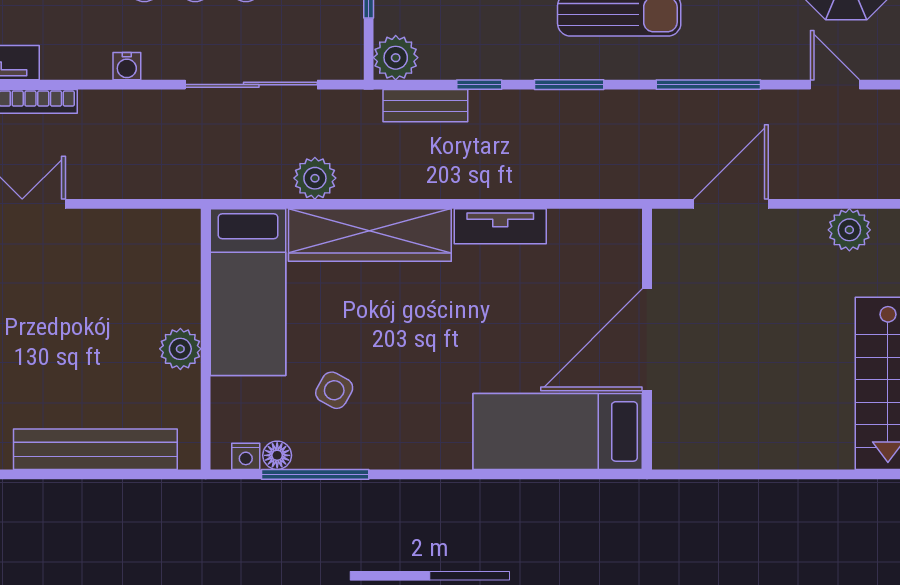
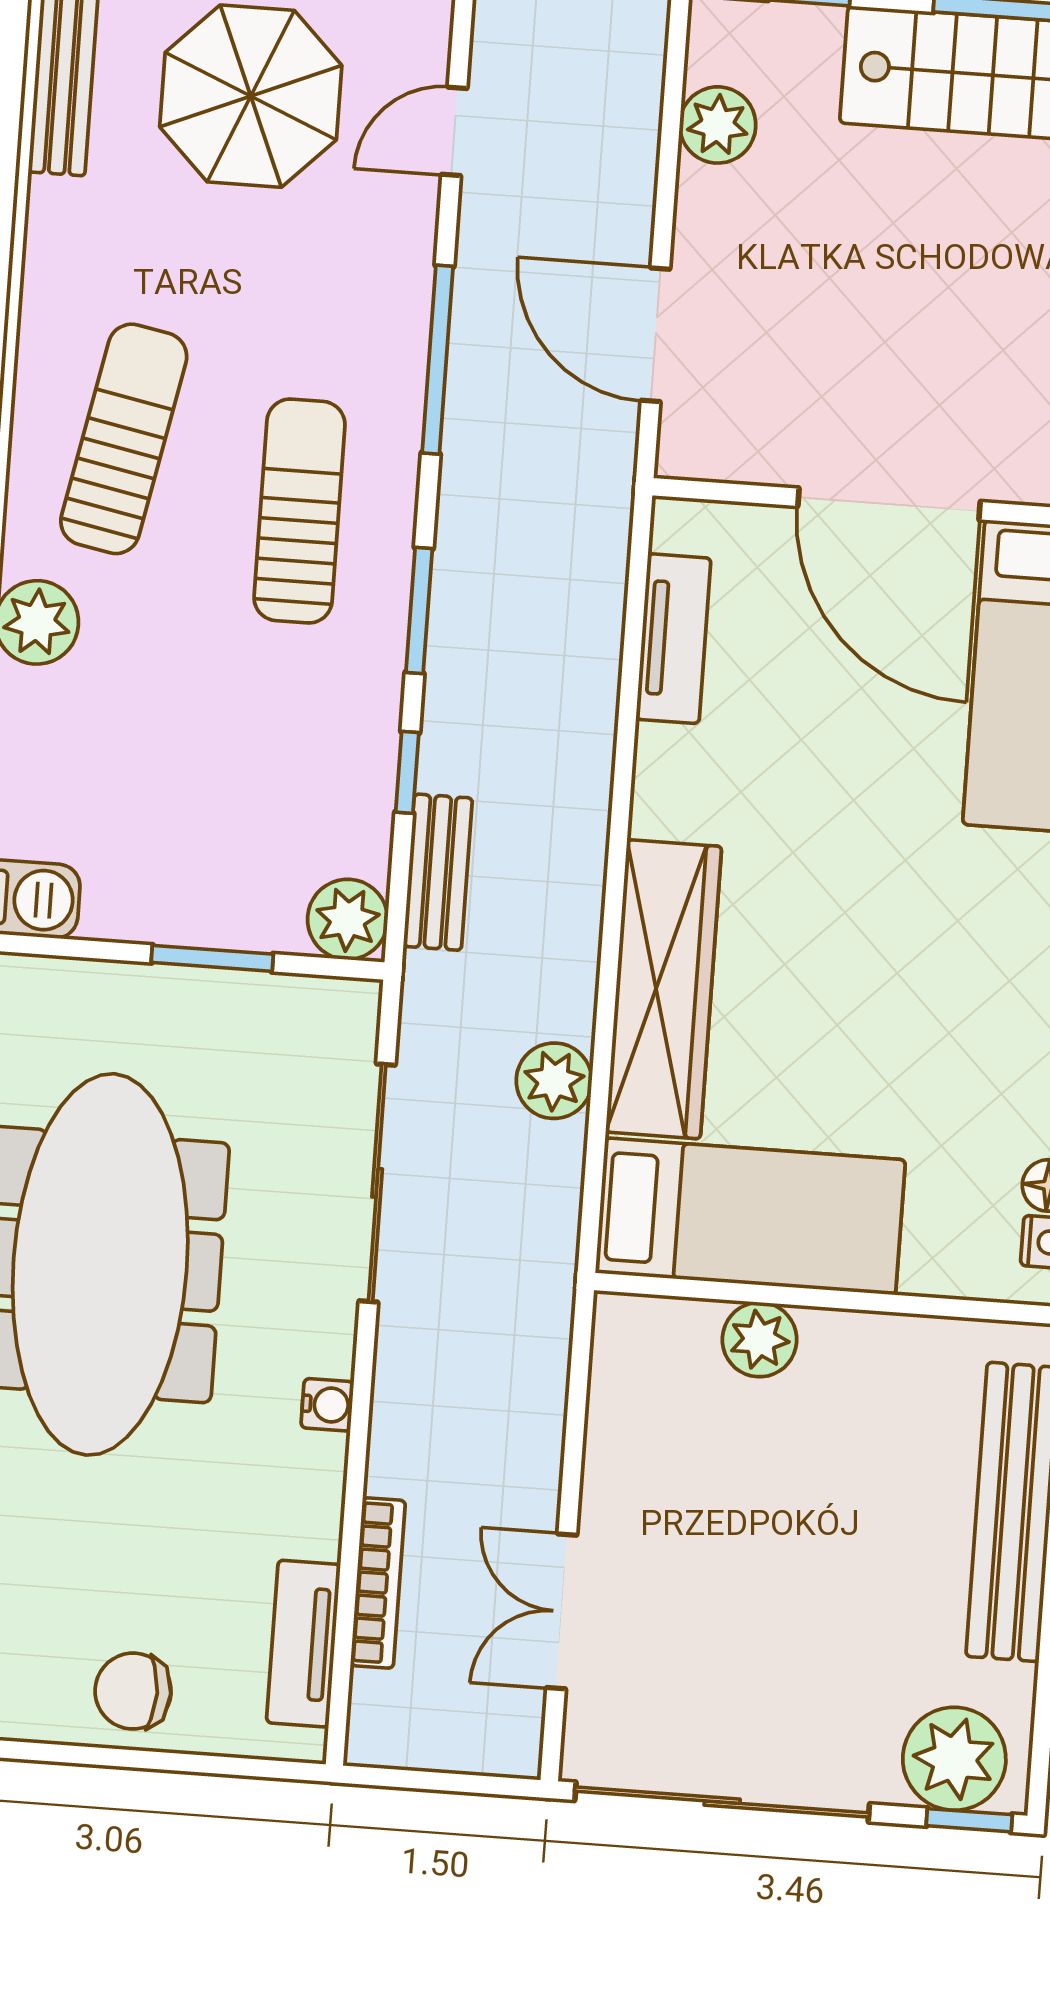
tv unit: (500, 226) -> (673, 639), moved
plant: (180, 349) -> (759, 1340), moved
side table: (334, 390) -> (938, 1074), removed

